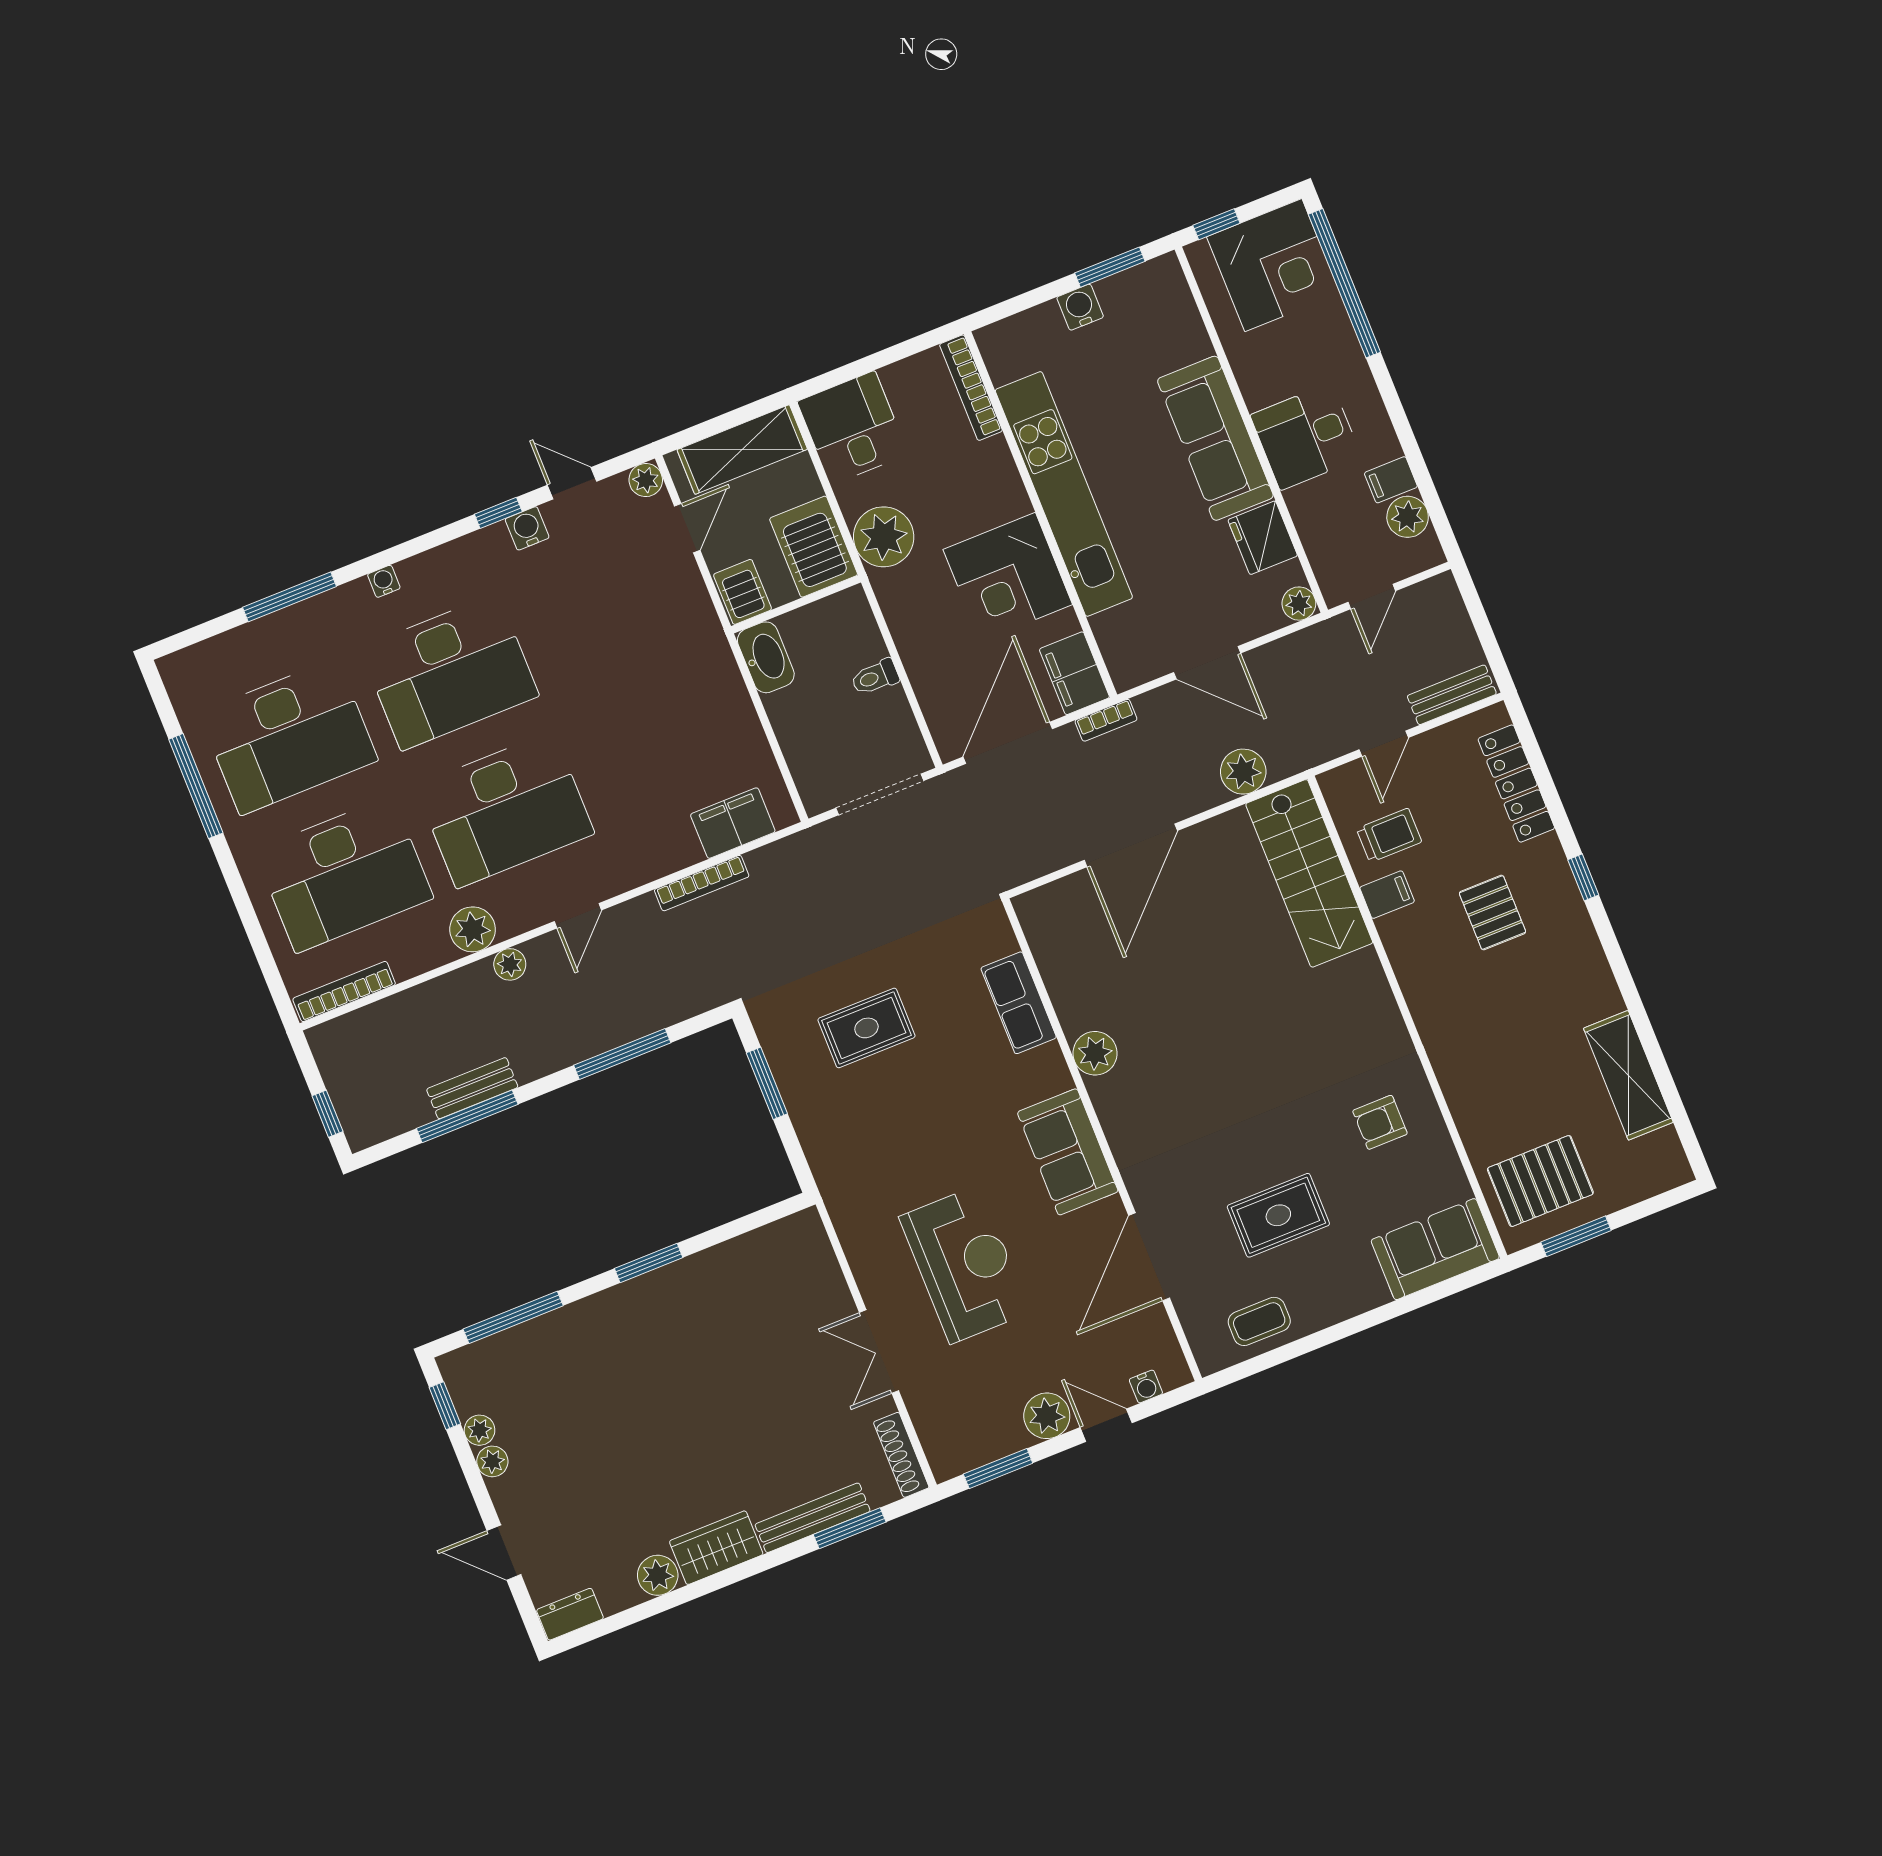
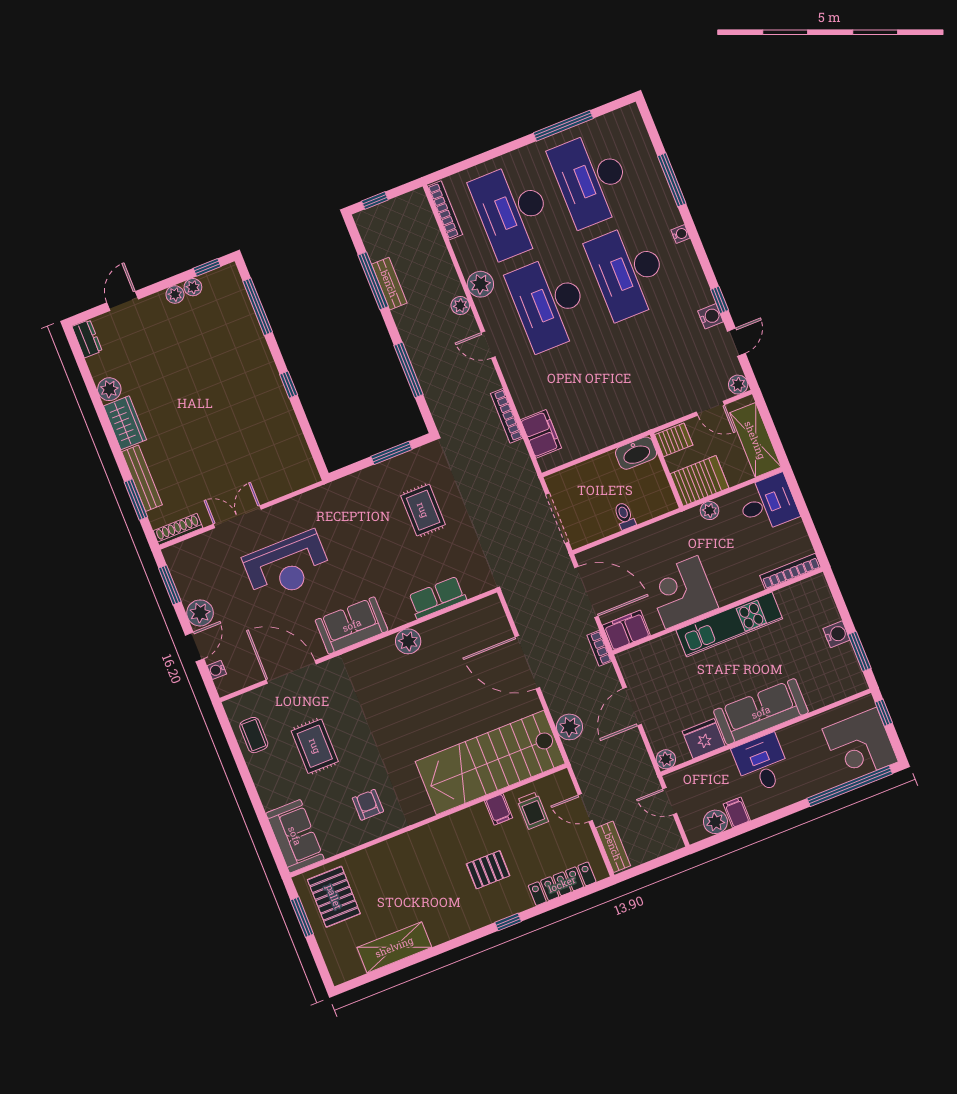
kitchen unit: (1064, 494) -> (729, 625), width x0.73
plant: (884, 537) -> (709, 511), width x0.53, depth x0.53
stairs: (1309, 873) -> (490, 762), width x1.36, depth x1.51
window: (649, 1263) -> (289, 385), width x0.67

